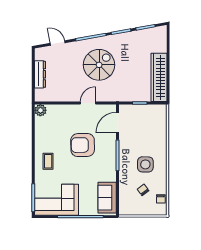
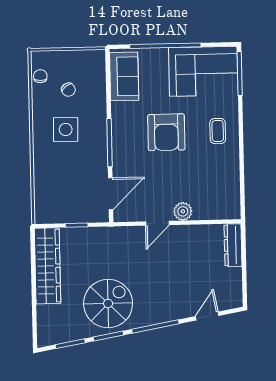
door: (58, 43) -> (207, 316), swing flipped
spiral stairs: (99, 65) -> (108, 303), moved, turned 180
dresser: (40, 74) -> (233, 245), moved
plant: (40, 110) -> (183, 211), moved
armchair: (83, 145) -> (166, 132), moved, turned 91

